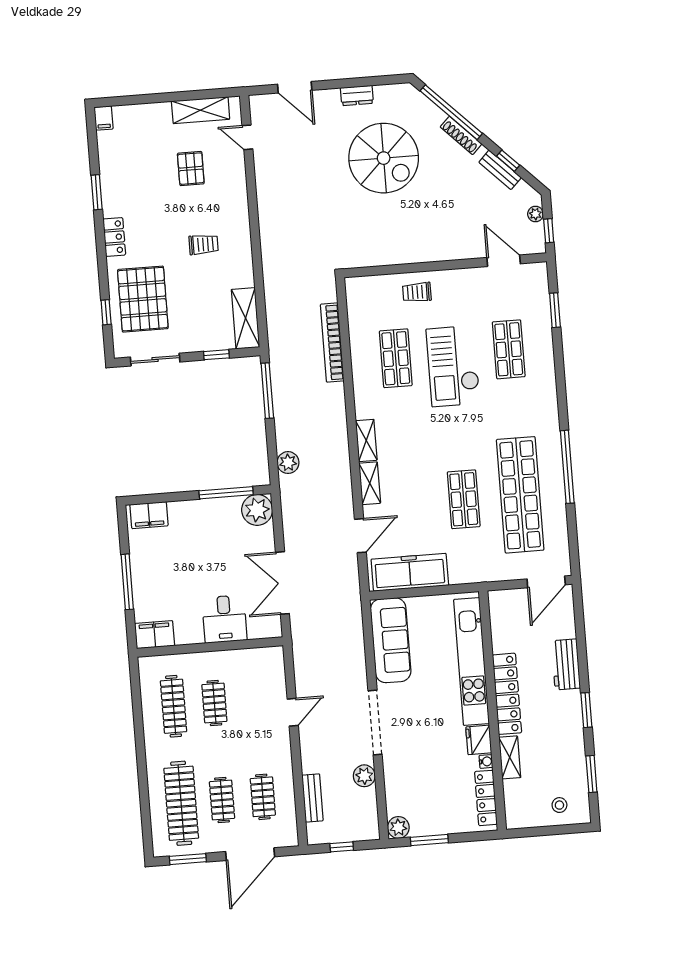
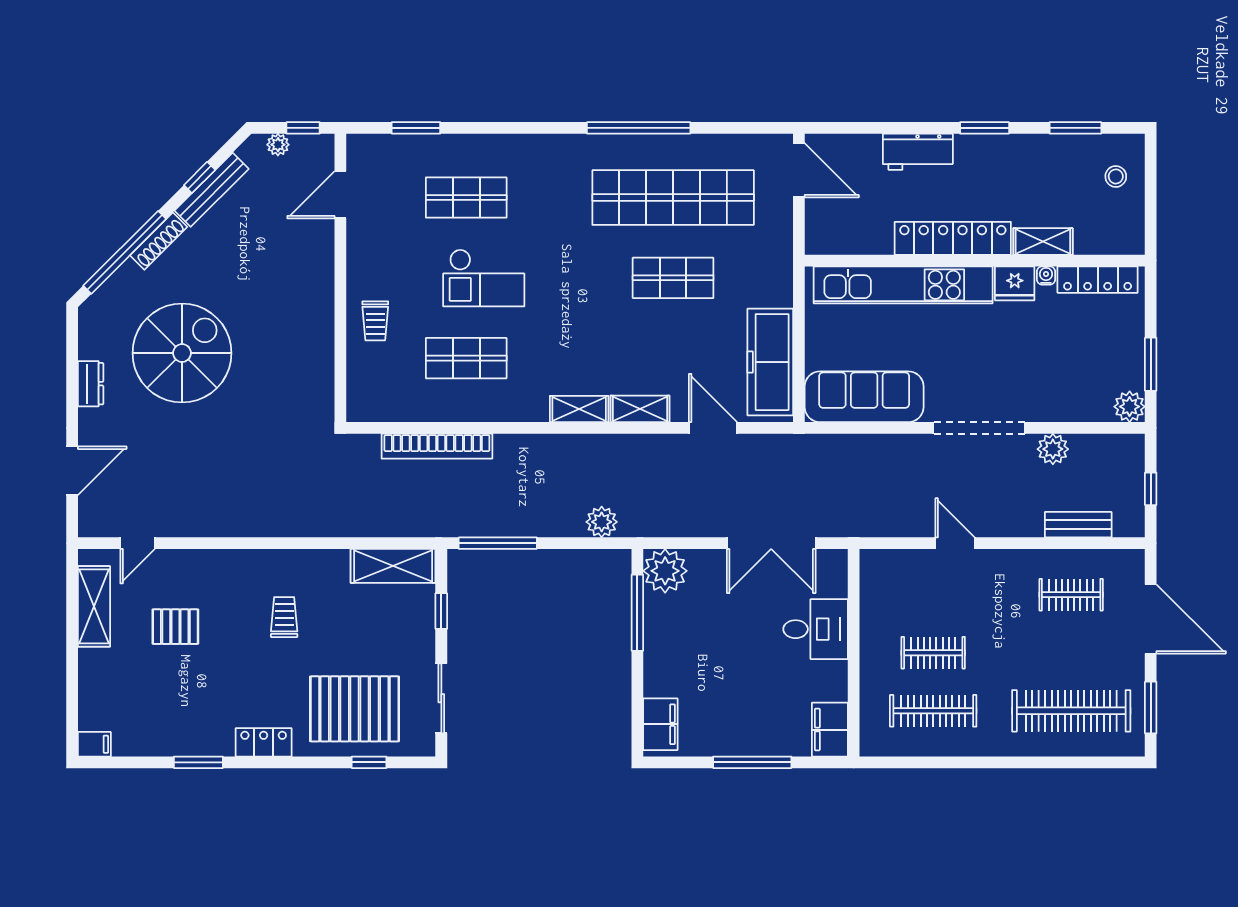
bench: (500, 170) -> (212, 190), width x1.36
checkout: (453, 366) -> (484, 278), width x0.73, depth x0.83
clothes rail: (222, 800) -> (1071, 653), removed

